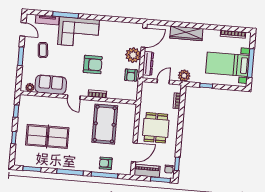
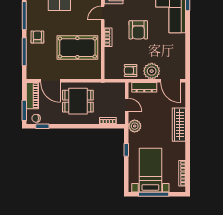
armchair: (106, 163) -> (37, 37), moved

